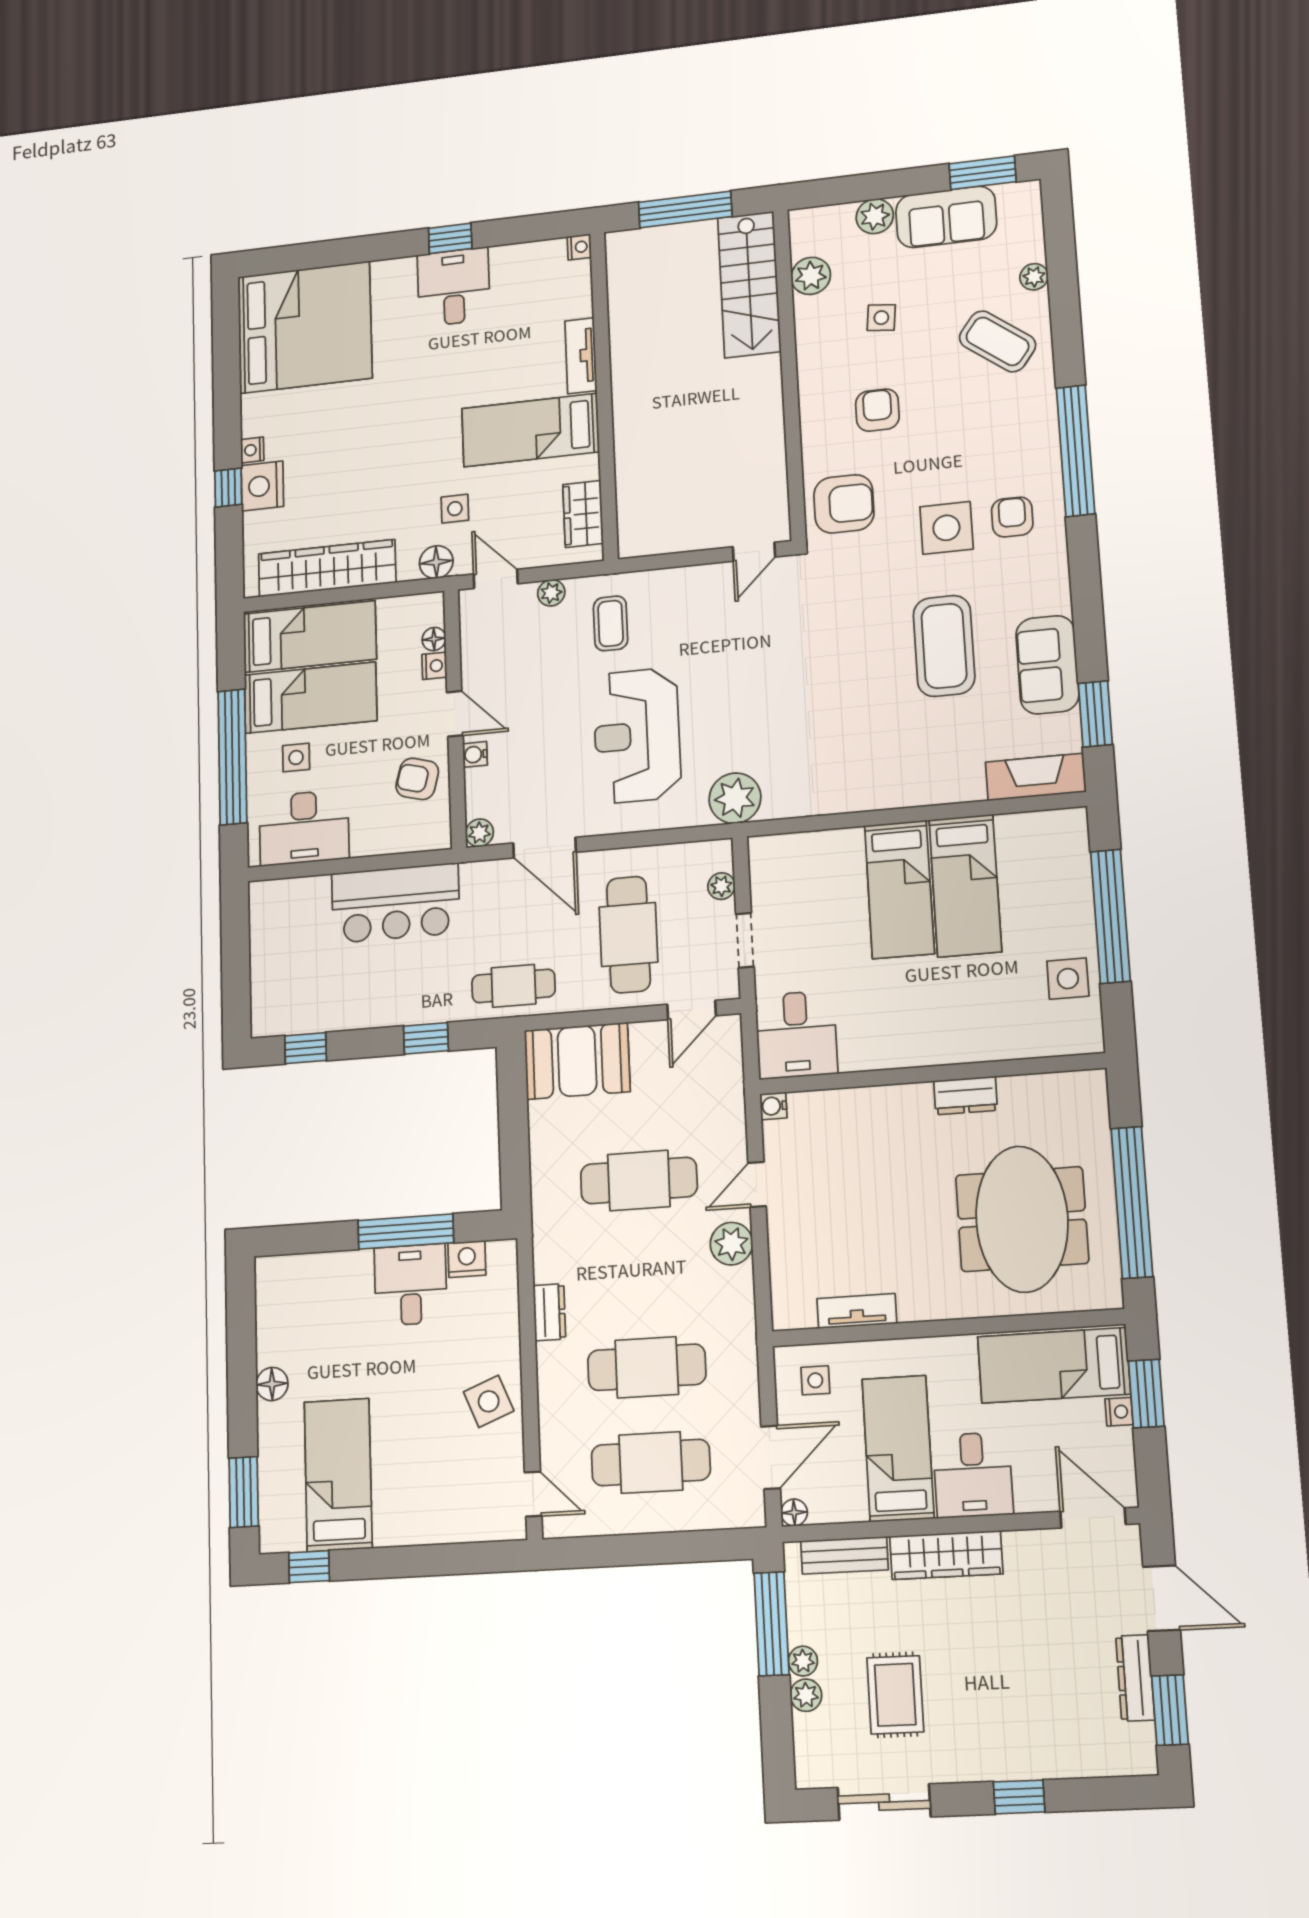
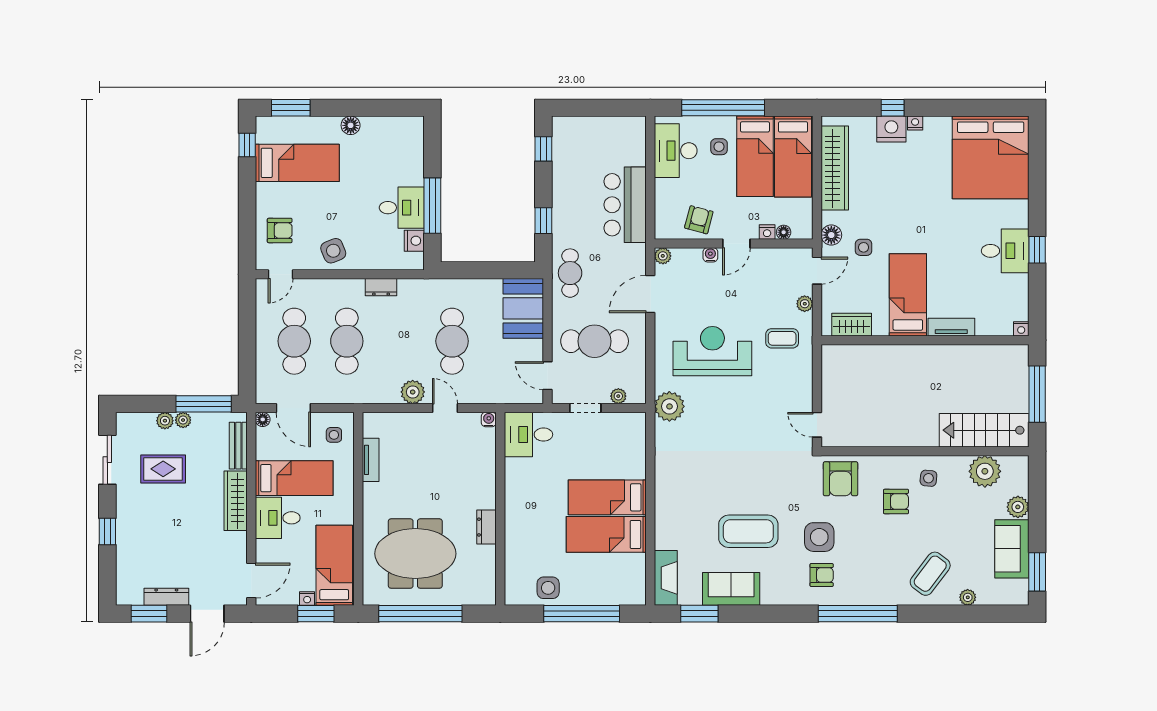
plant: (811, 276) -> (985, 471), width x1.36, depth x1.36
side table: (881, 318) -> (928, 478), moved
armchair: (456, 1500) -> (280, 230), added

